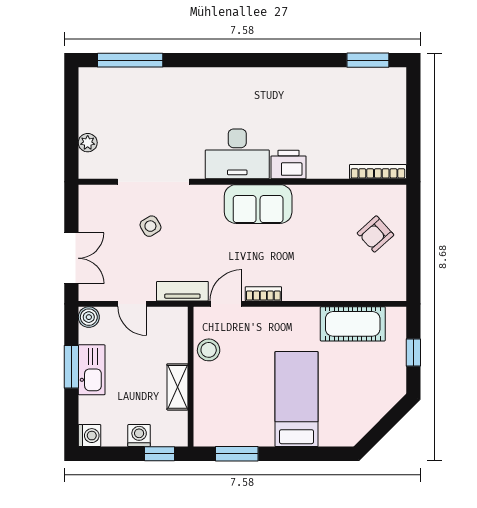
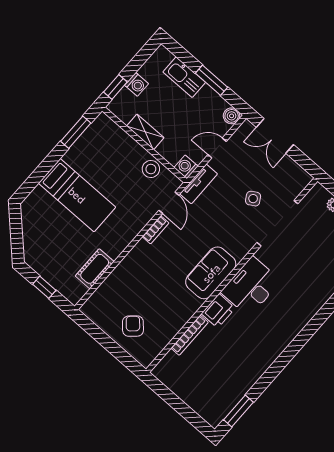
bookcase: (378, 172) -> (190, 335), moved
cot: (353, 324) -> (95, 269), width x0.73, depth x0.75
kitchen sink: (92, 370) -> (184, 77), moved
washing machine: (90, 436) -> (186, 167), moved, turned 90

